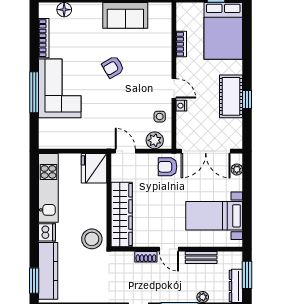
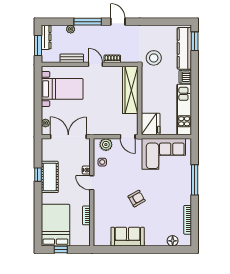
corner sofa: (60, 88) -> (164, 154), moved, turned -90
armchair: (168, 167) -> (96, 125), removed
stool: (92, 239) -> (154, 58), moved

